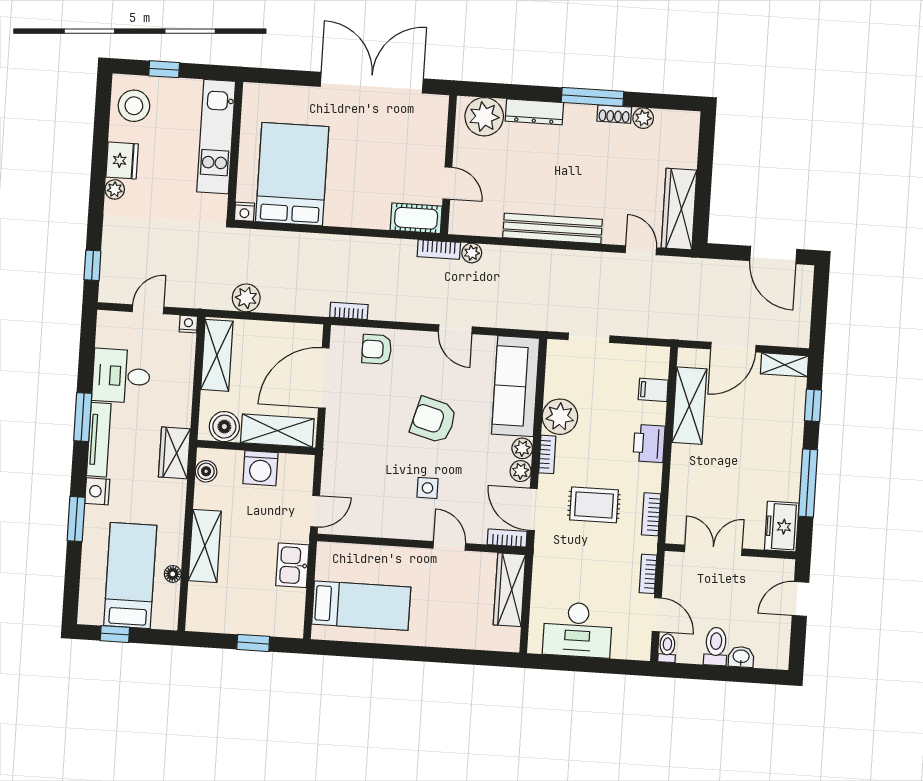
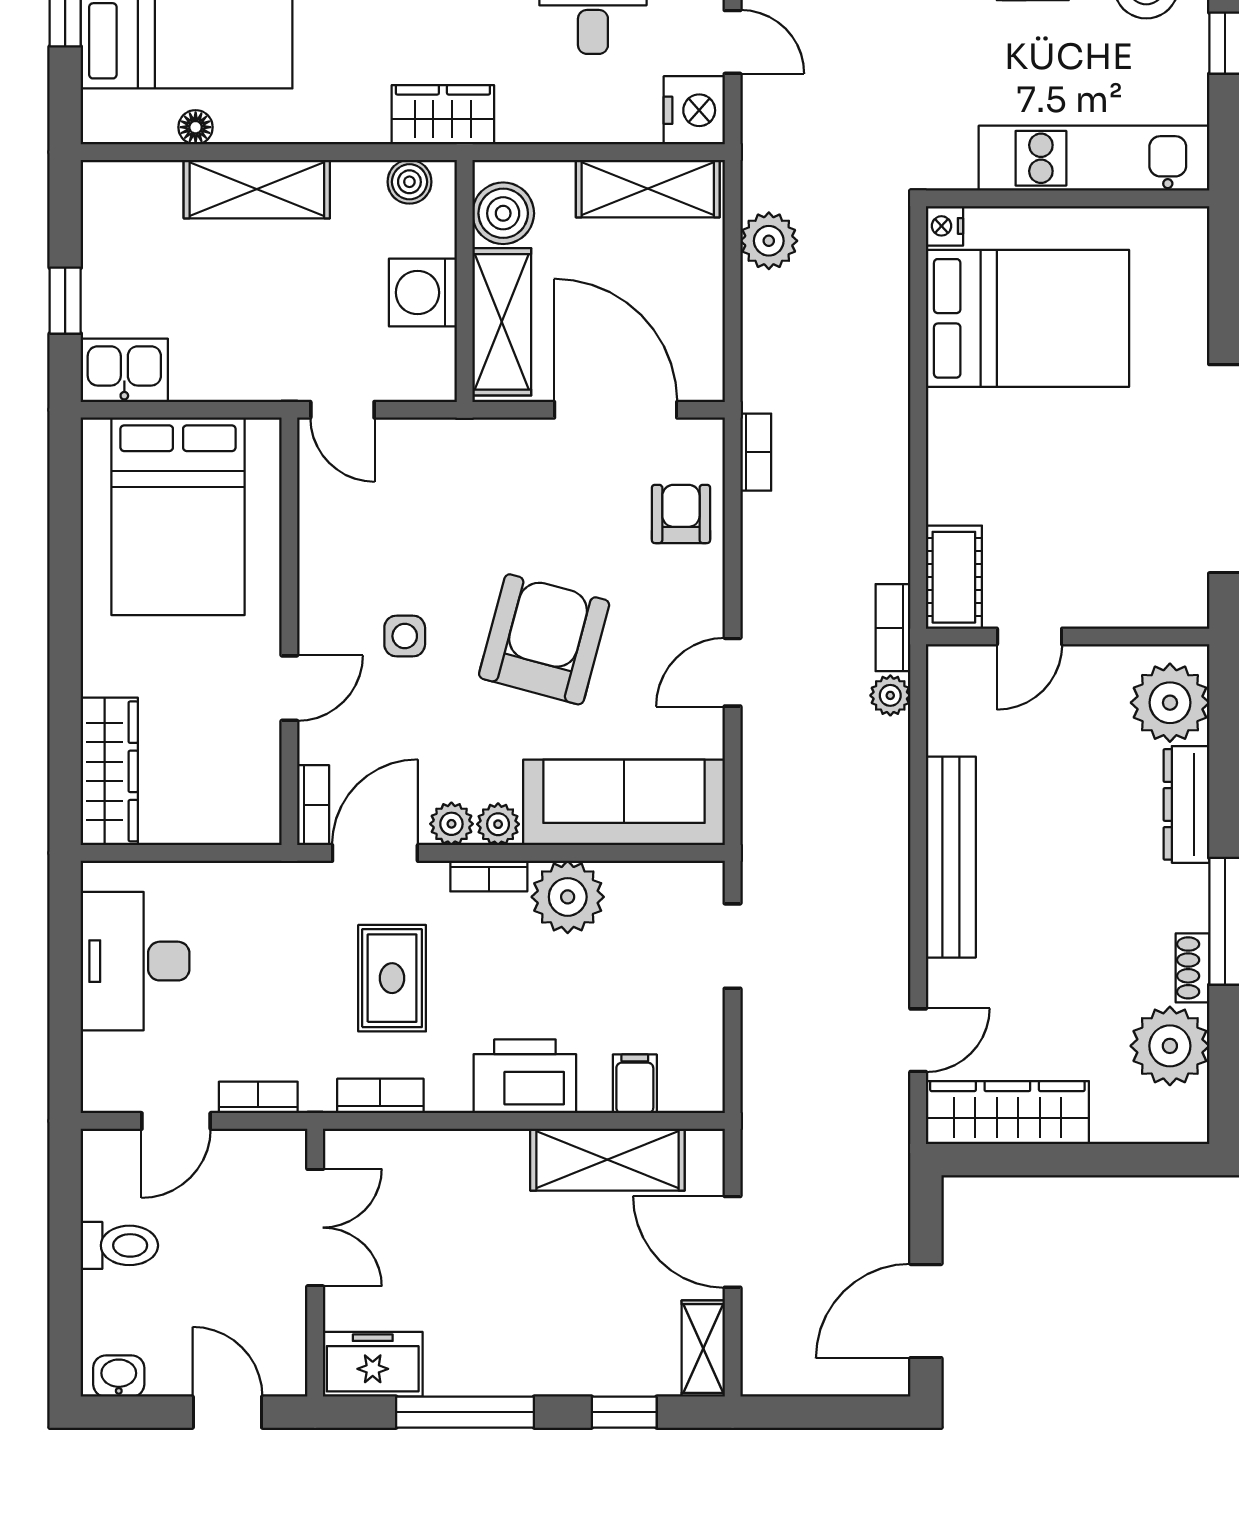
plant: (643, 118) -> (1170, 1046), width x1.88, depth x1.88
nightstand: (188, 324) -> (694, 110), width x1.89, depth x1.79
armchair: (434, 420) -> (544, 639), width x1.36, depth x1.36
printer: (649, 443) -> (525, 1076), width x1.37, depth x1.19
kitchen sink: (292, 565) -> (124, 370), moved
wardrobe: (509, 590) -> (109, 771), moved, turned 90
bed: (361, 606) -> (178, 516), width x1.50
toilet: (667, 648) -> (110, 1146), removed
washbasin: (741, 657) -> (119, 1376), moved, turned -90

